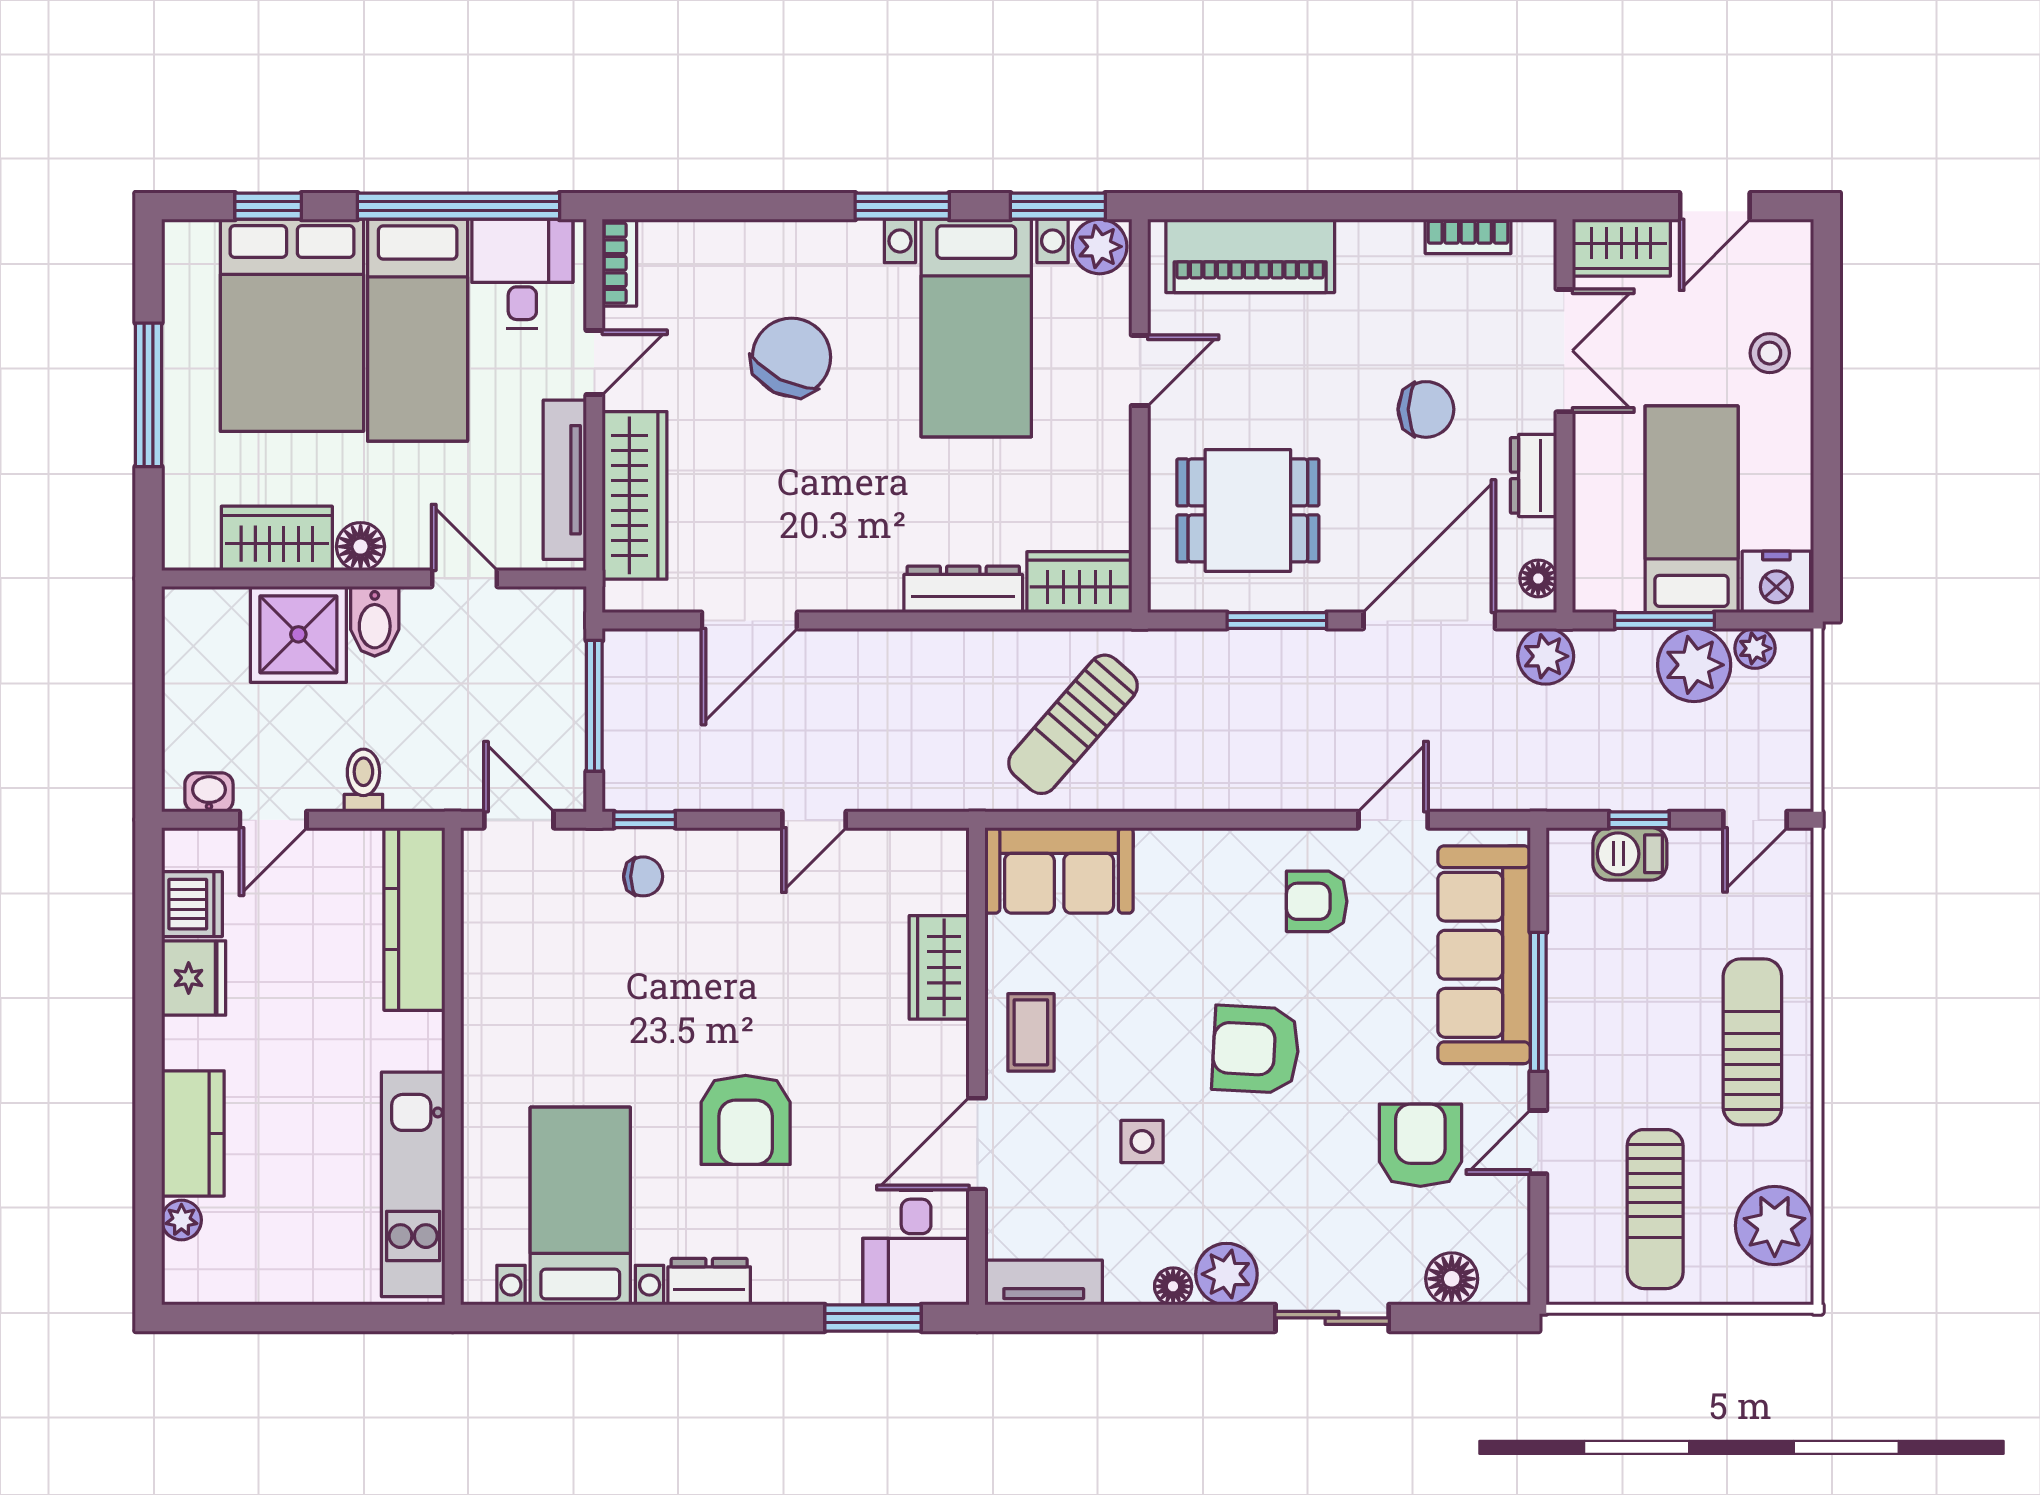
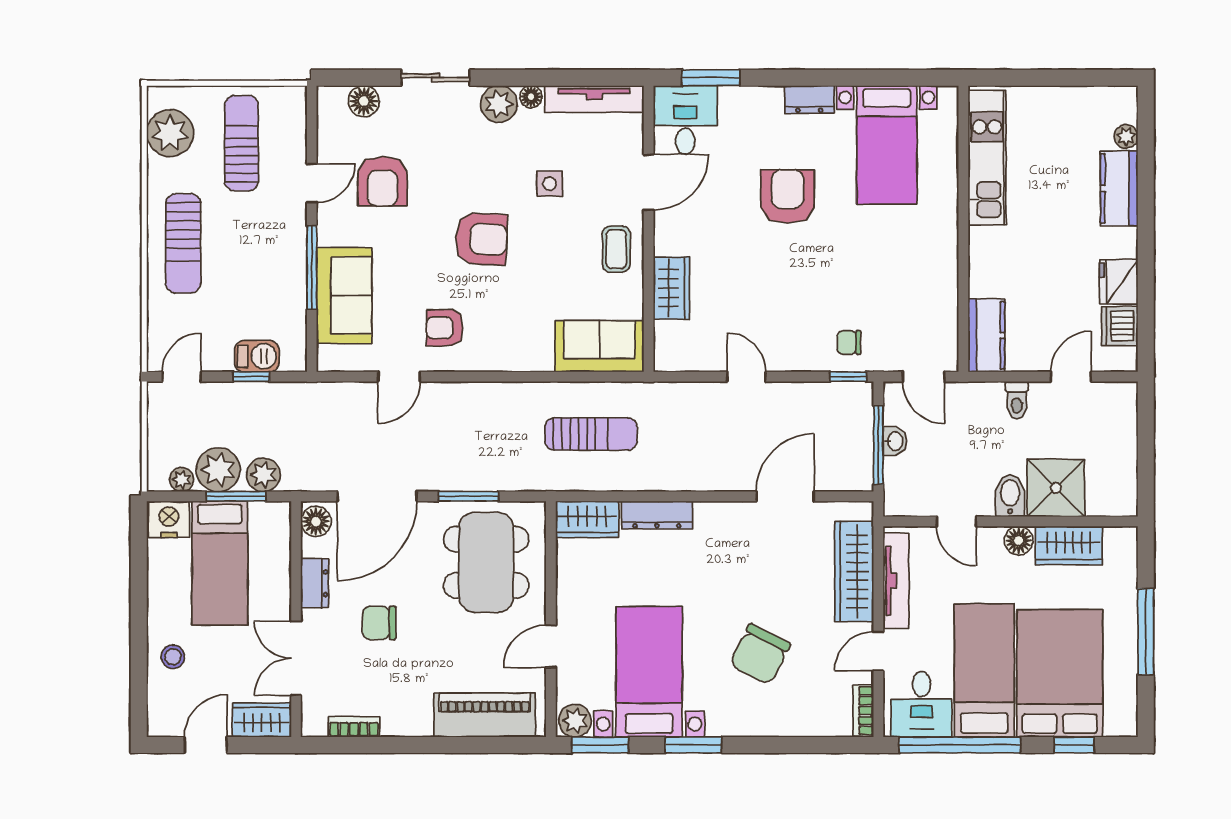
dining table: (1248, 510) -> (486, 562), width x1.38
floor lamp: (1538, 578) -> (316, 521), width x1.37, depth x1.37
plant: (1546, 656) -> (263, 475), moved
sun lounger: (1073, 724) -> (591, 434), turned 49
washbasin: (209, 792) -> (895, 441), moved, turned -90
door: (814, 820) -> (746, 377), hinge flipped
armchair: (1317, 901) -> (445, 328), turned 180
kitchen counter: (414, 919) -> (986, 335), width x0.67
sofa: (1484, 955) -> (344, 296), width x0.73
tv unit: (1044, 1282) -> (594, 99), width x1.41

